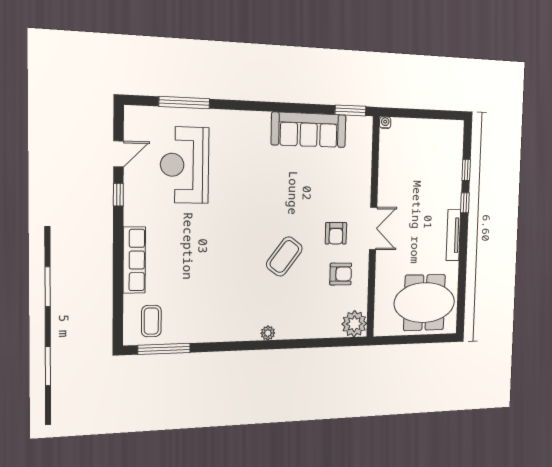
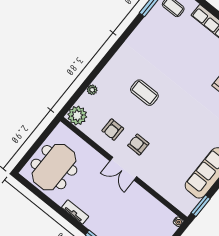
tv unit: (453, 235) -> (75, 212), width x0.71
coffee table: (284, 256) -> (144, 93), moved, turned -37
plant: (268, 333) -> (92, 90), moved

